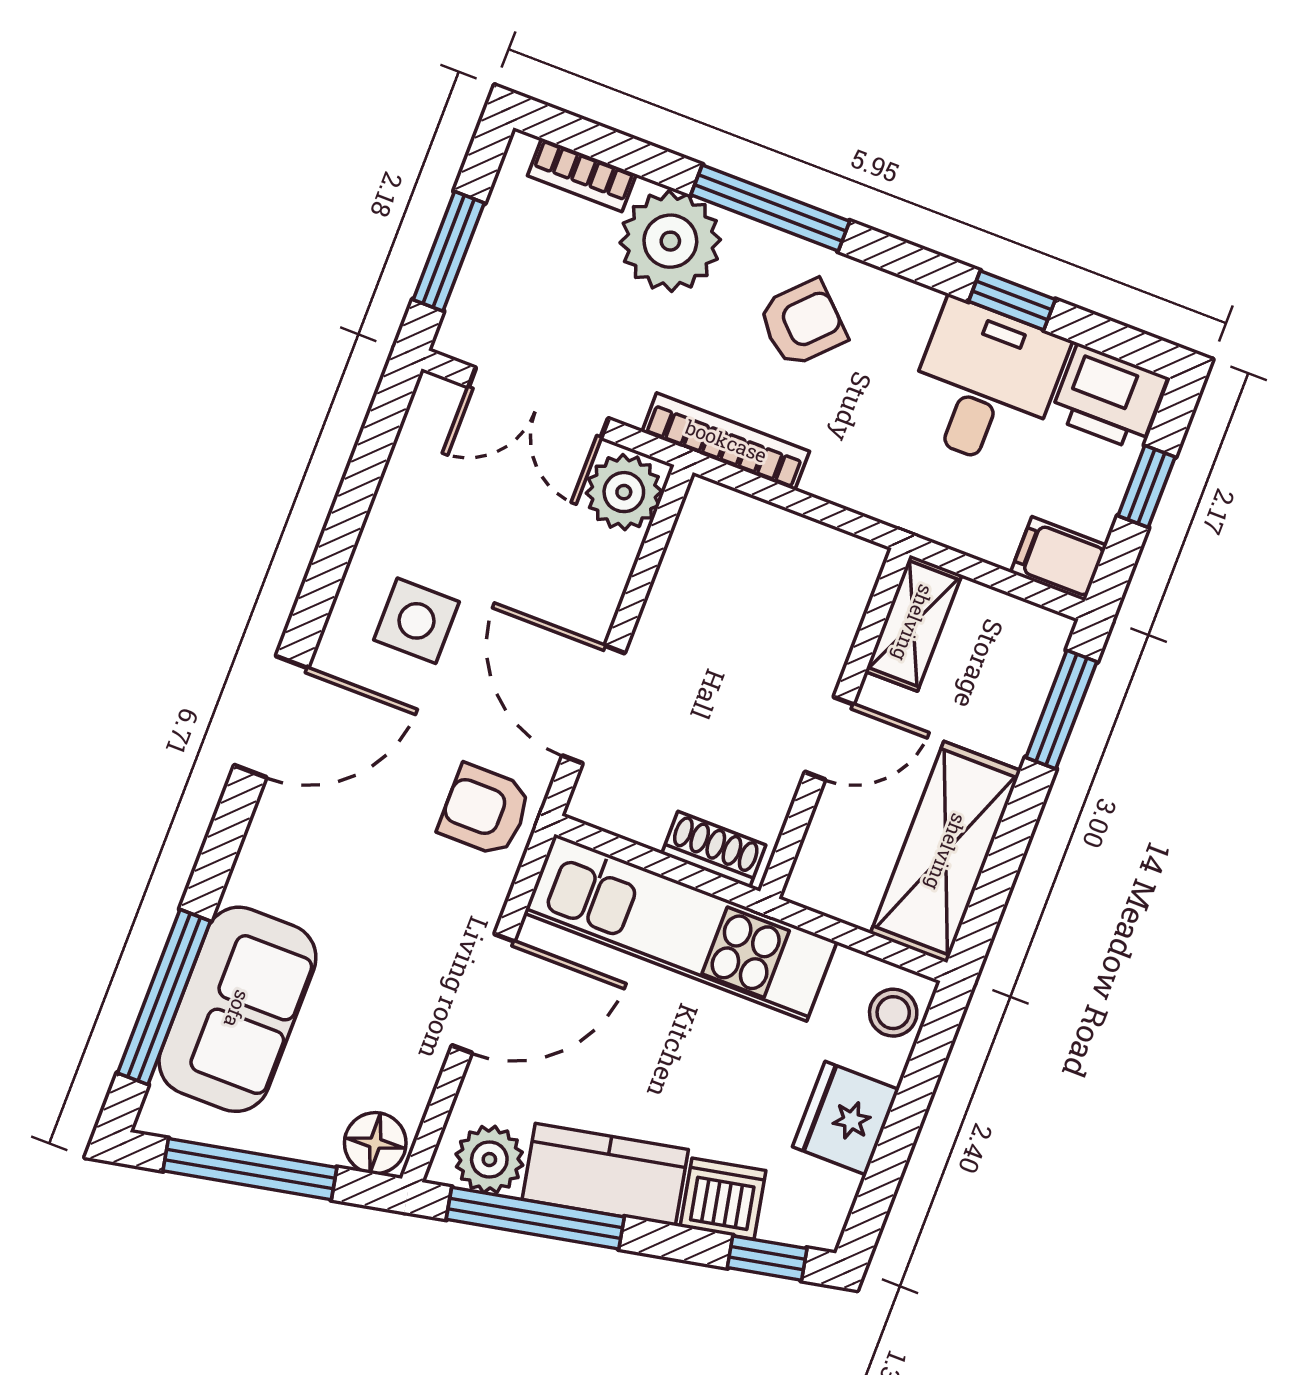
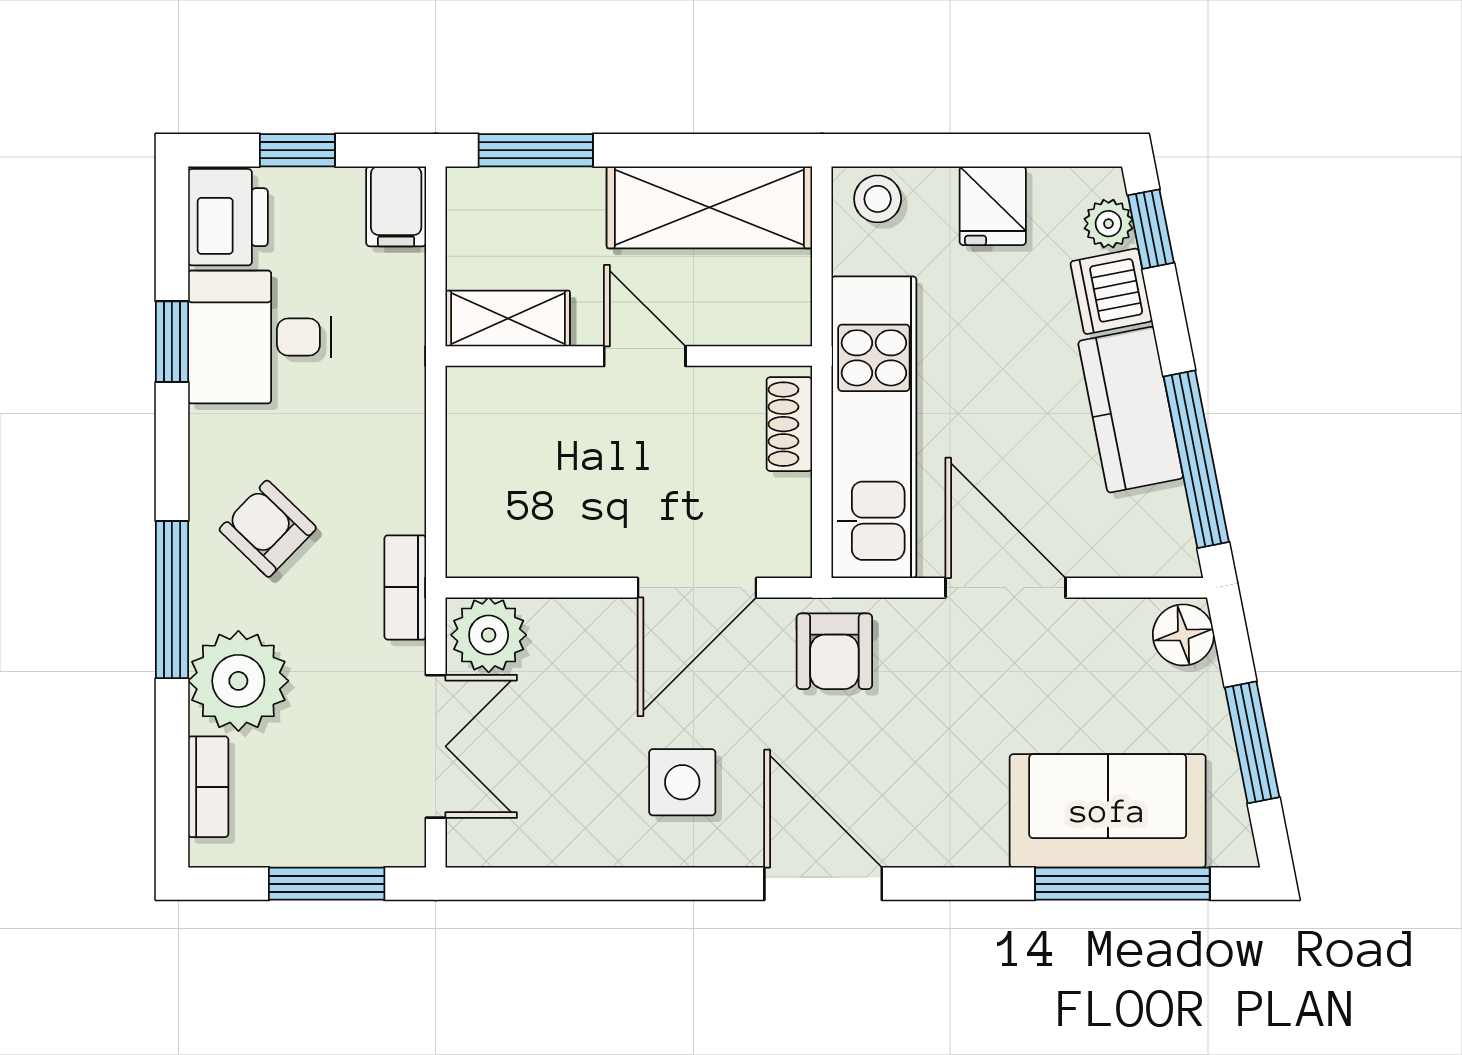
bookcase: (726, 441) -> (405, 587), width x0.64
fridge: (846, 1118) -> (993, 206), width x0.72
plant: (489, 1160) -> (1108, 224), moved, width x0.73, depth x0.73
window: (250, 1169) -> (1252, 742), width x0.69

